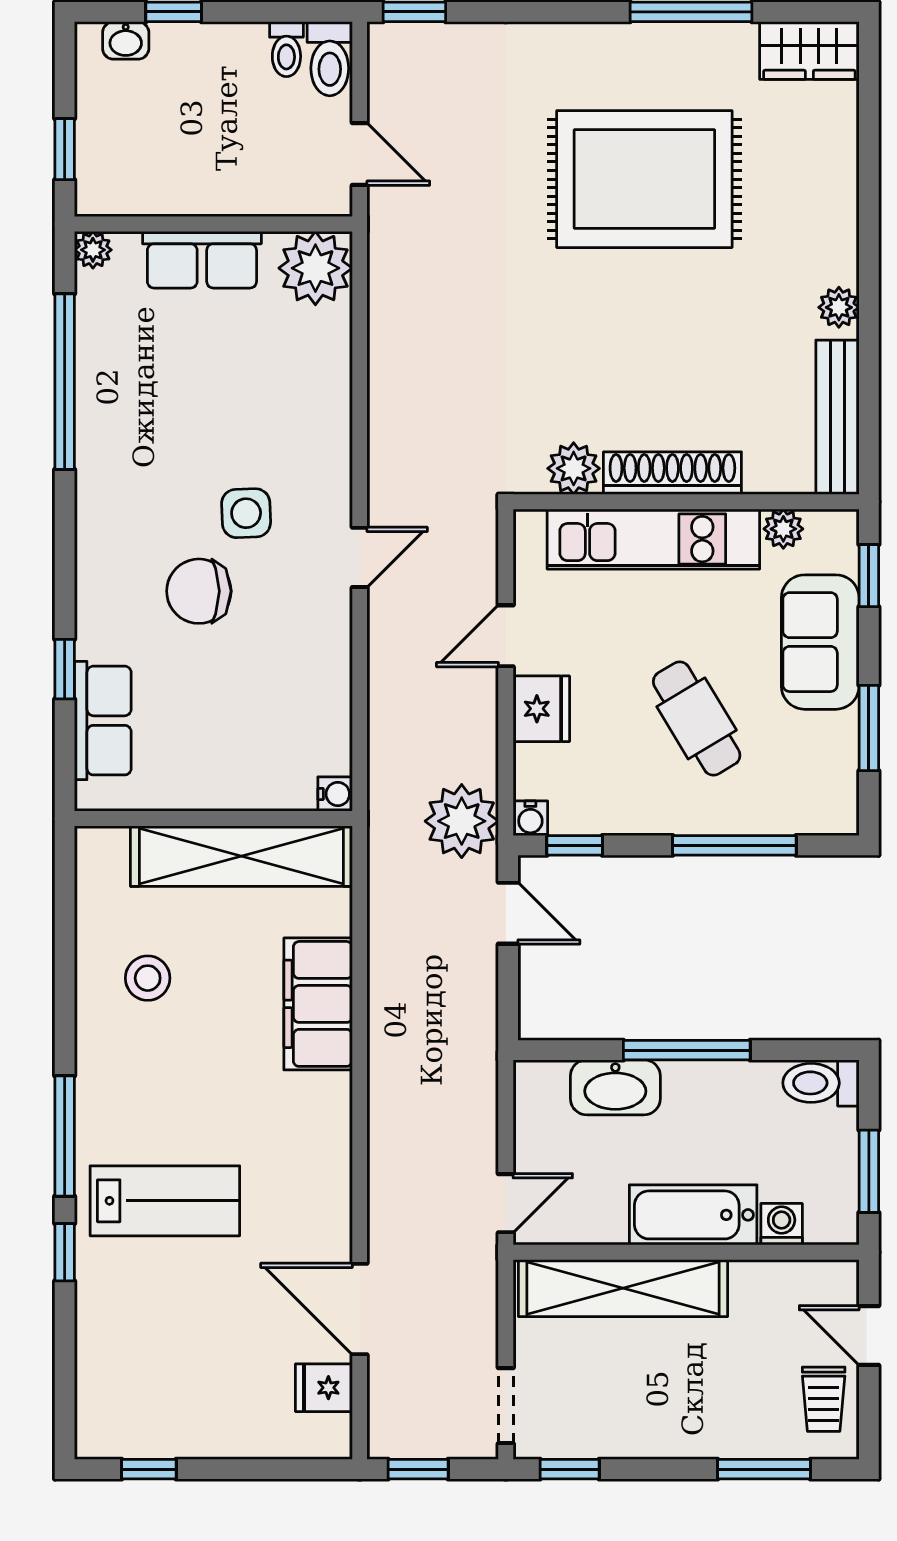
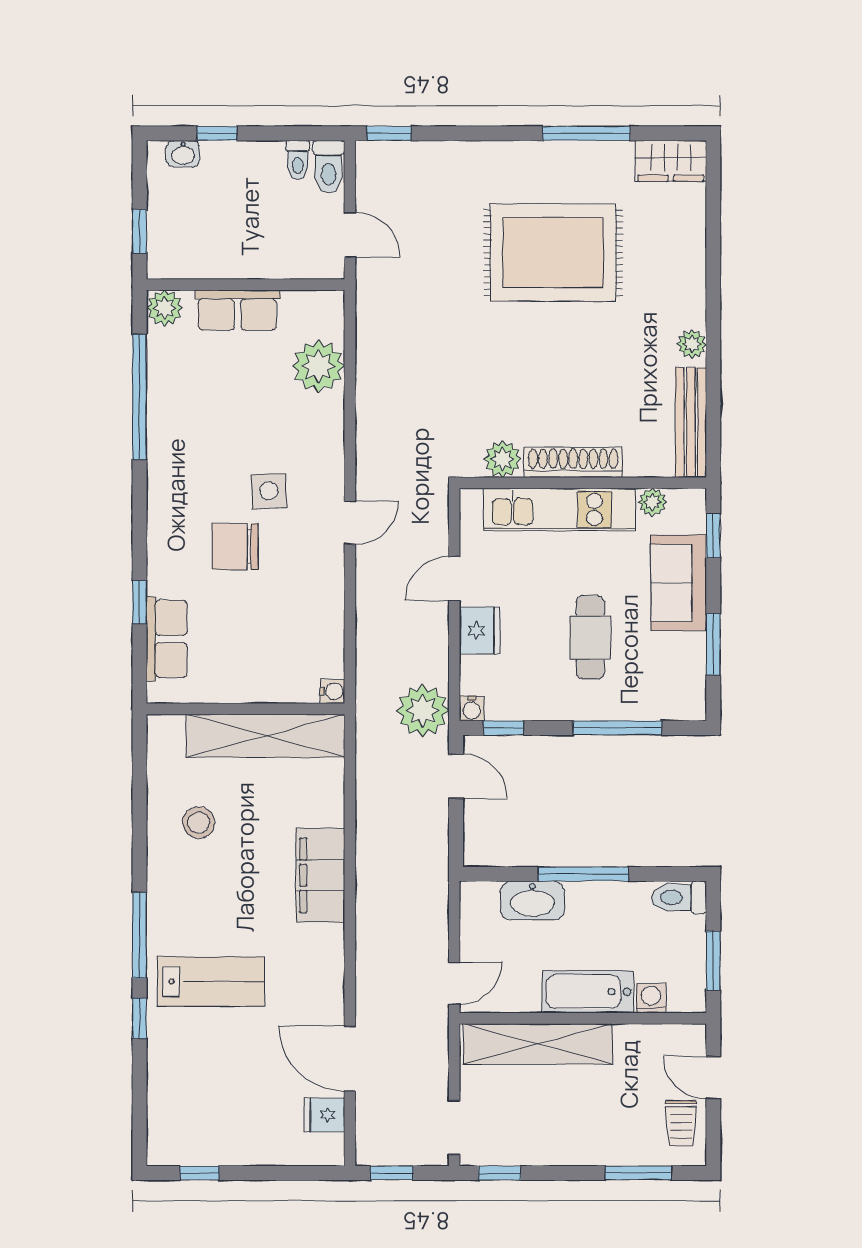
plant: (93, 250) -> (165, 308), width x1.38, depth x1.38
plant: (315, 268) -> (318, 366), moved
cafe table: (697, 718) -> (590, 637), turned 31
filing cabinet: (318, 1004) -> (320, 875), moved

